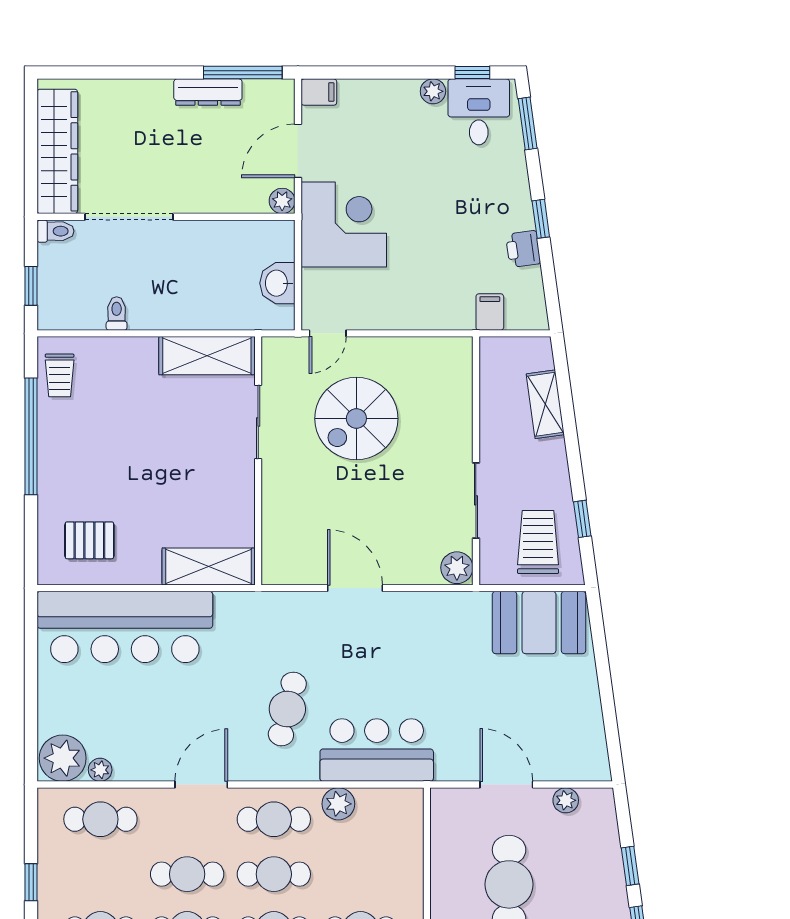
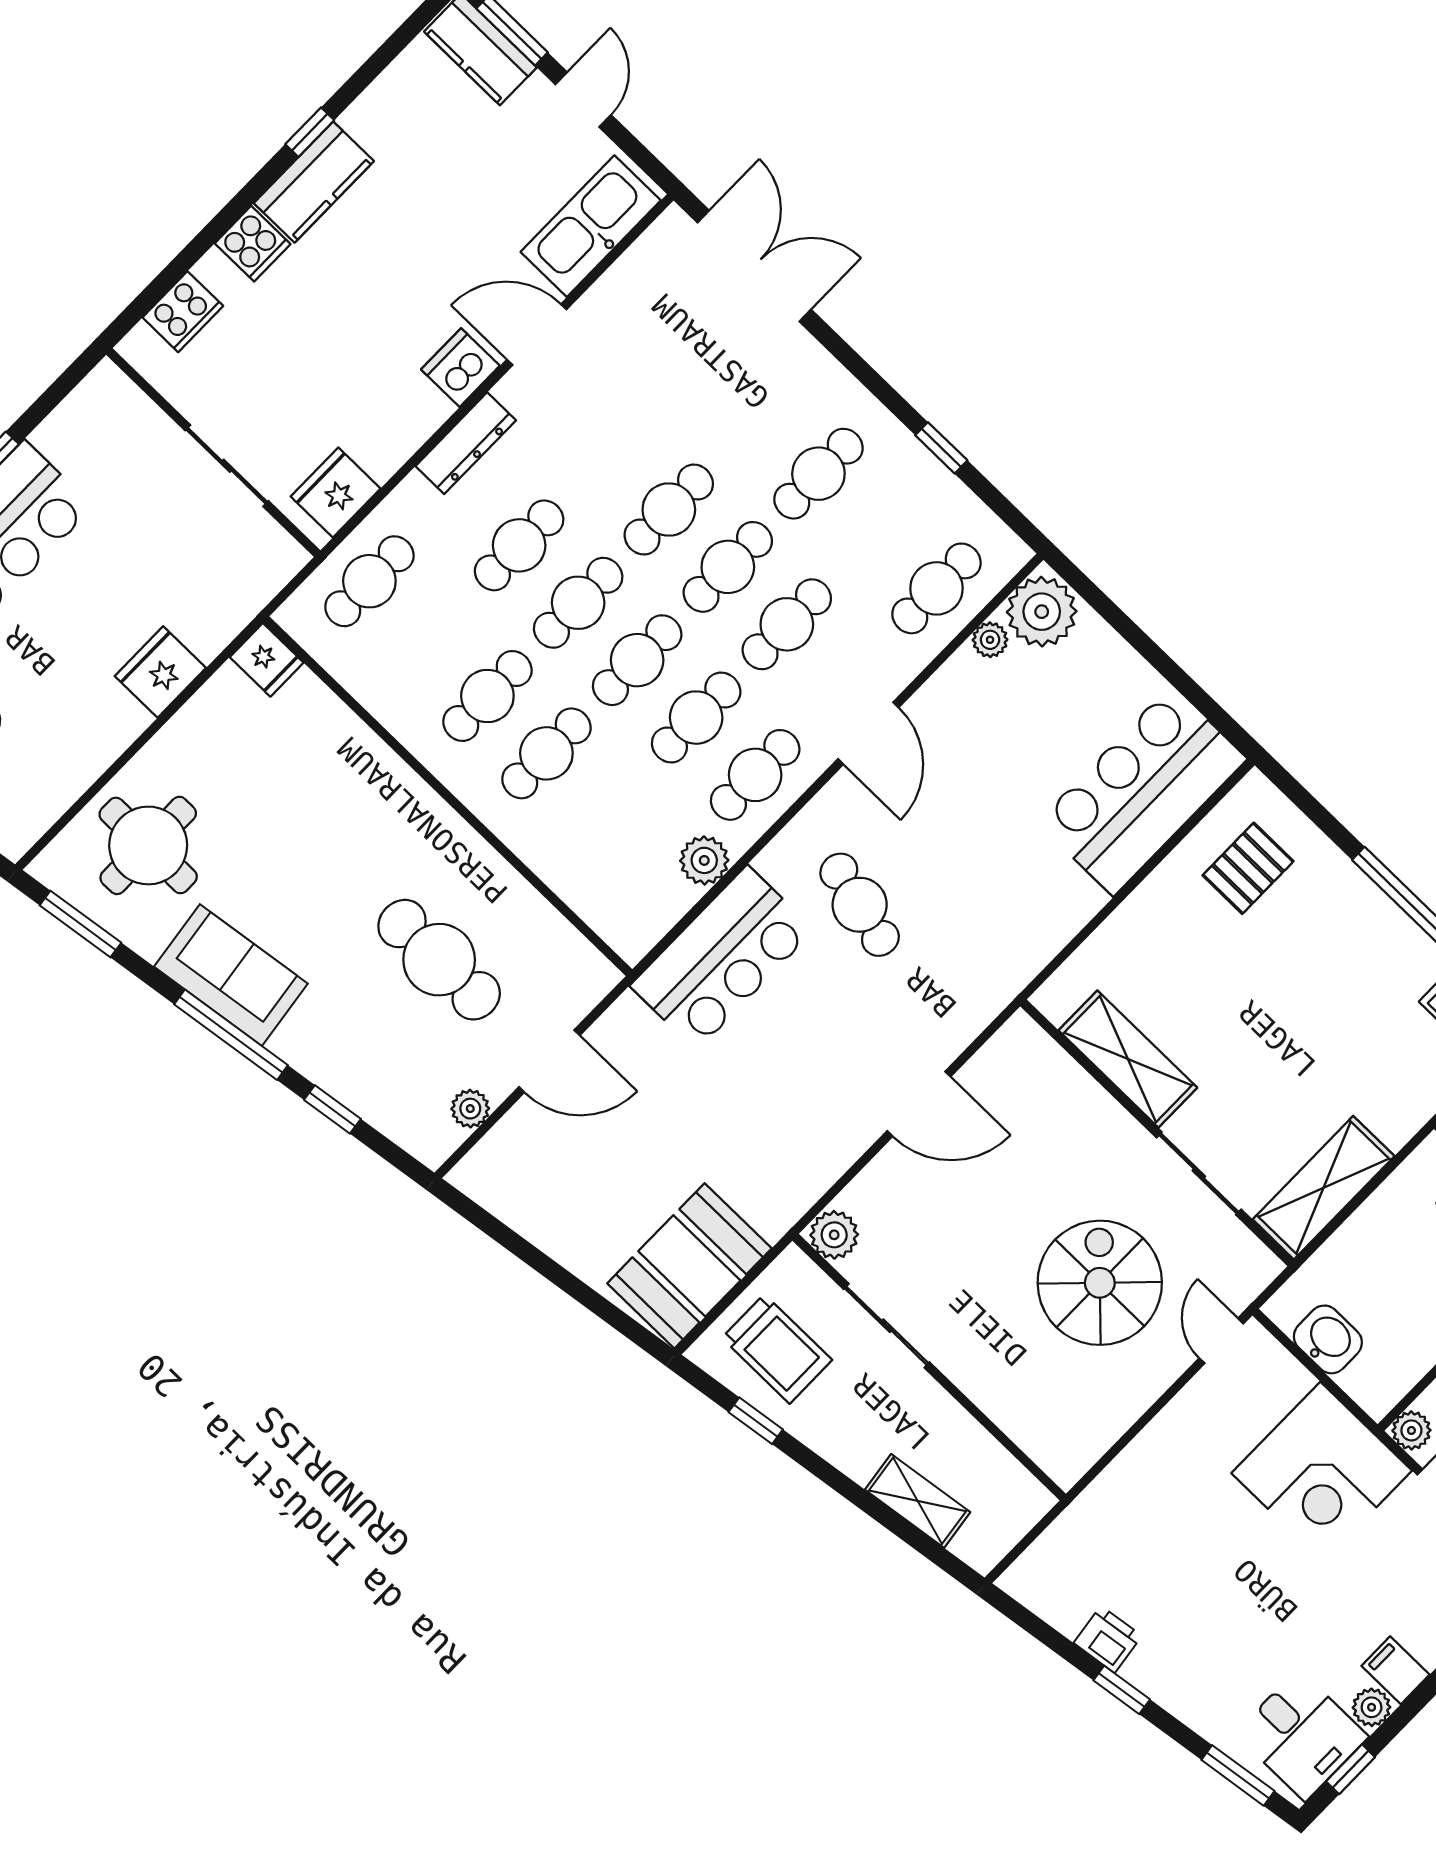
filing cabinet: (490, 312) -> (1396, 1670), moved, turned 180
shelving: (209, 566) -> (1128, 1059), moved, turned 90
bar counter: (125, 627) -> (1142, 791), width x0.73

